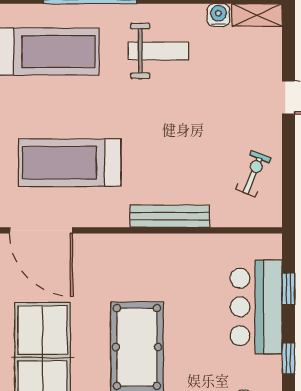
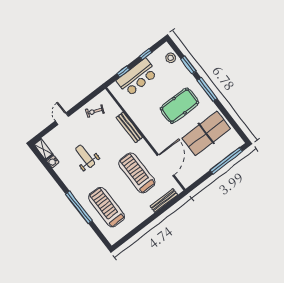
weight bench: (158, 51) -> (85, 156), moved
treadmill: (70, 163) -> (137, 173), turned 180

